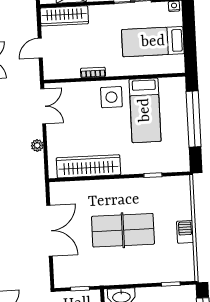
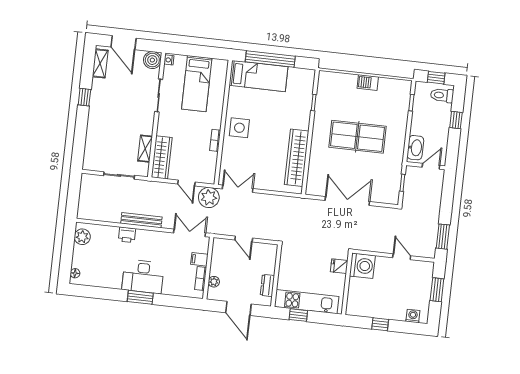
bed: (145, 110) -> (258, 76), moved
plant: (37, 145) -> (209, 197), moved, width x1.88, depth x1.88
table tennis table: (123, 230) -> (357, 137), turned 90

